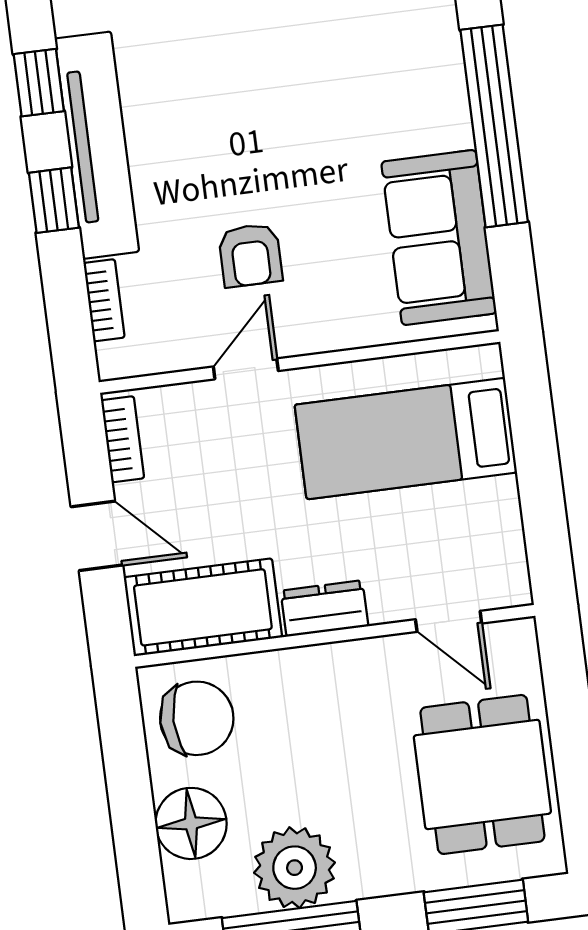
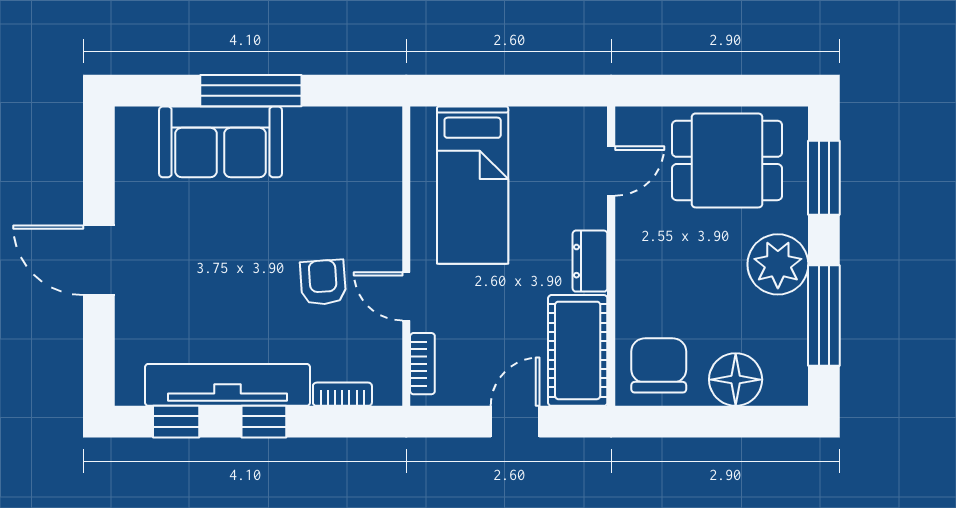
window: (494, 126) -> (251, 91), width x0.68
sofa: (439, 237) -> (221, 142), moved
armchair: (250, 255) -> (323, 282), turned -94
bookcase: (123, 439) -> (422, 364), moved, turned 90
plant: (295, 868) -> (778, 264), moved

